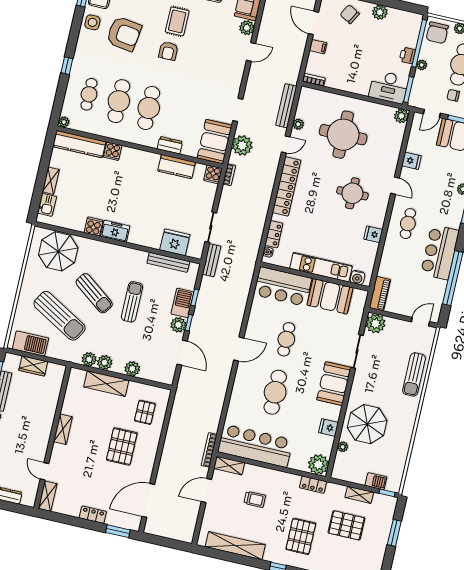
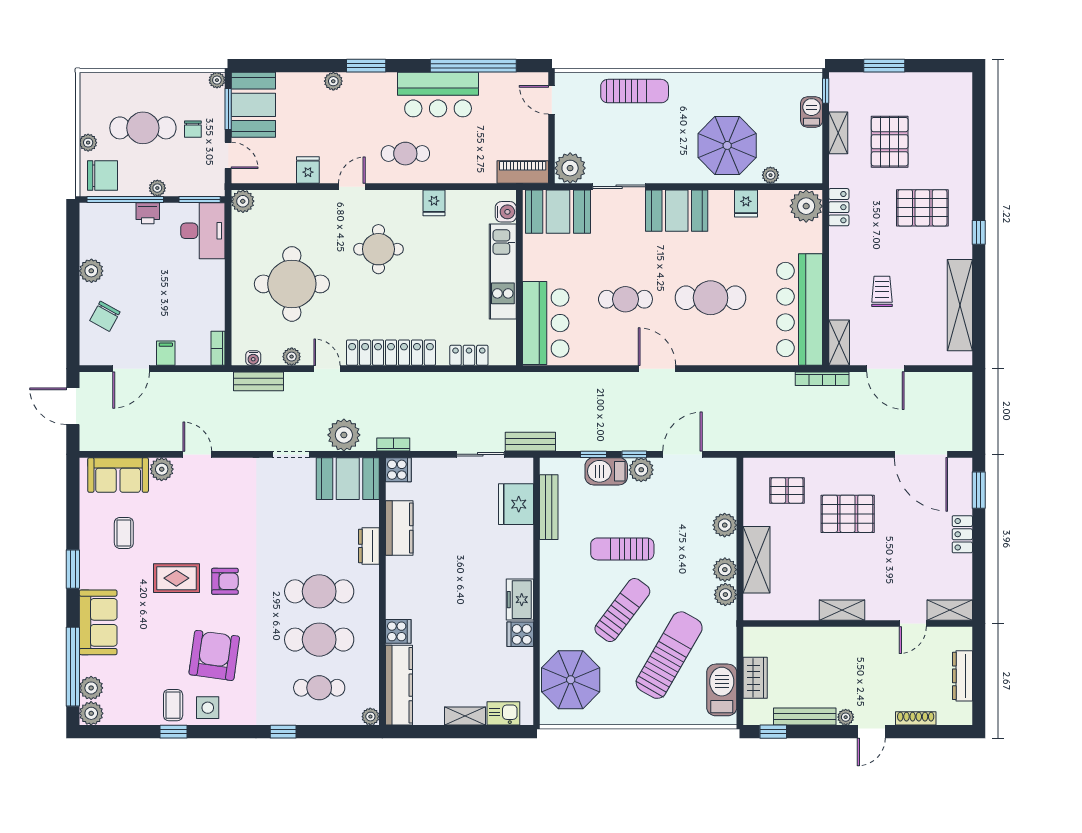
bench: (286, 106) -> (258, 381), width x0.73
water cooler: (268, 252) -> (253, 358), moved
booth: (330, 296) -> (558, 212), moved, turned 90

